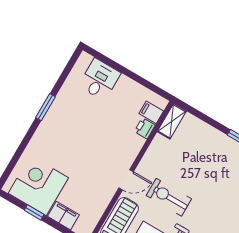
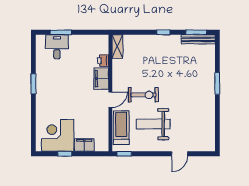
window: (114, 65) -> (61, 32), added
filing cabinet: (151, 112) -> (101, 78), moved, width x2.00
exercise bike: (169, 197) -> (143, 95), turned 180

